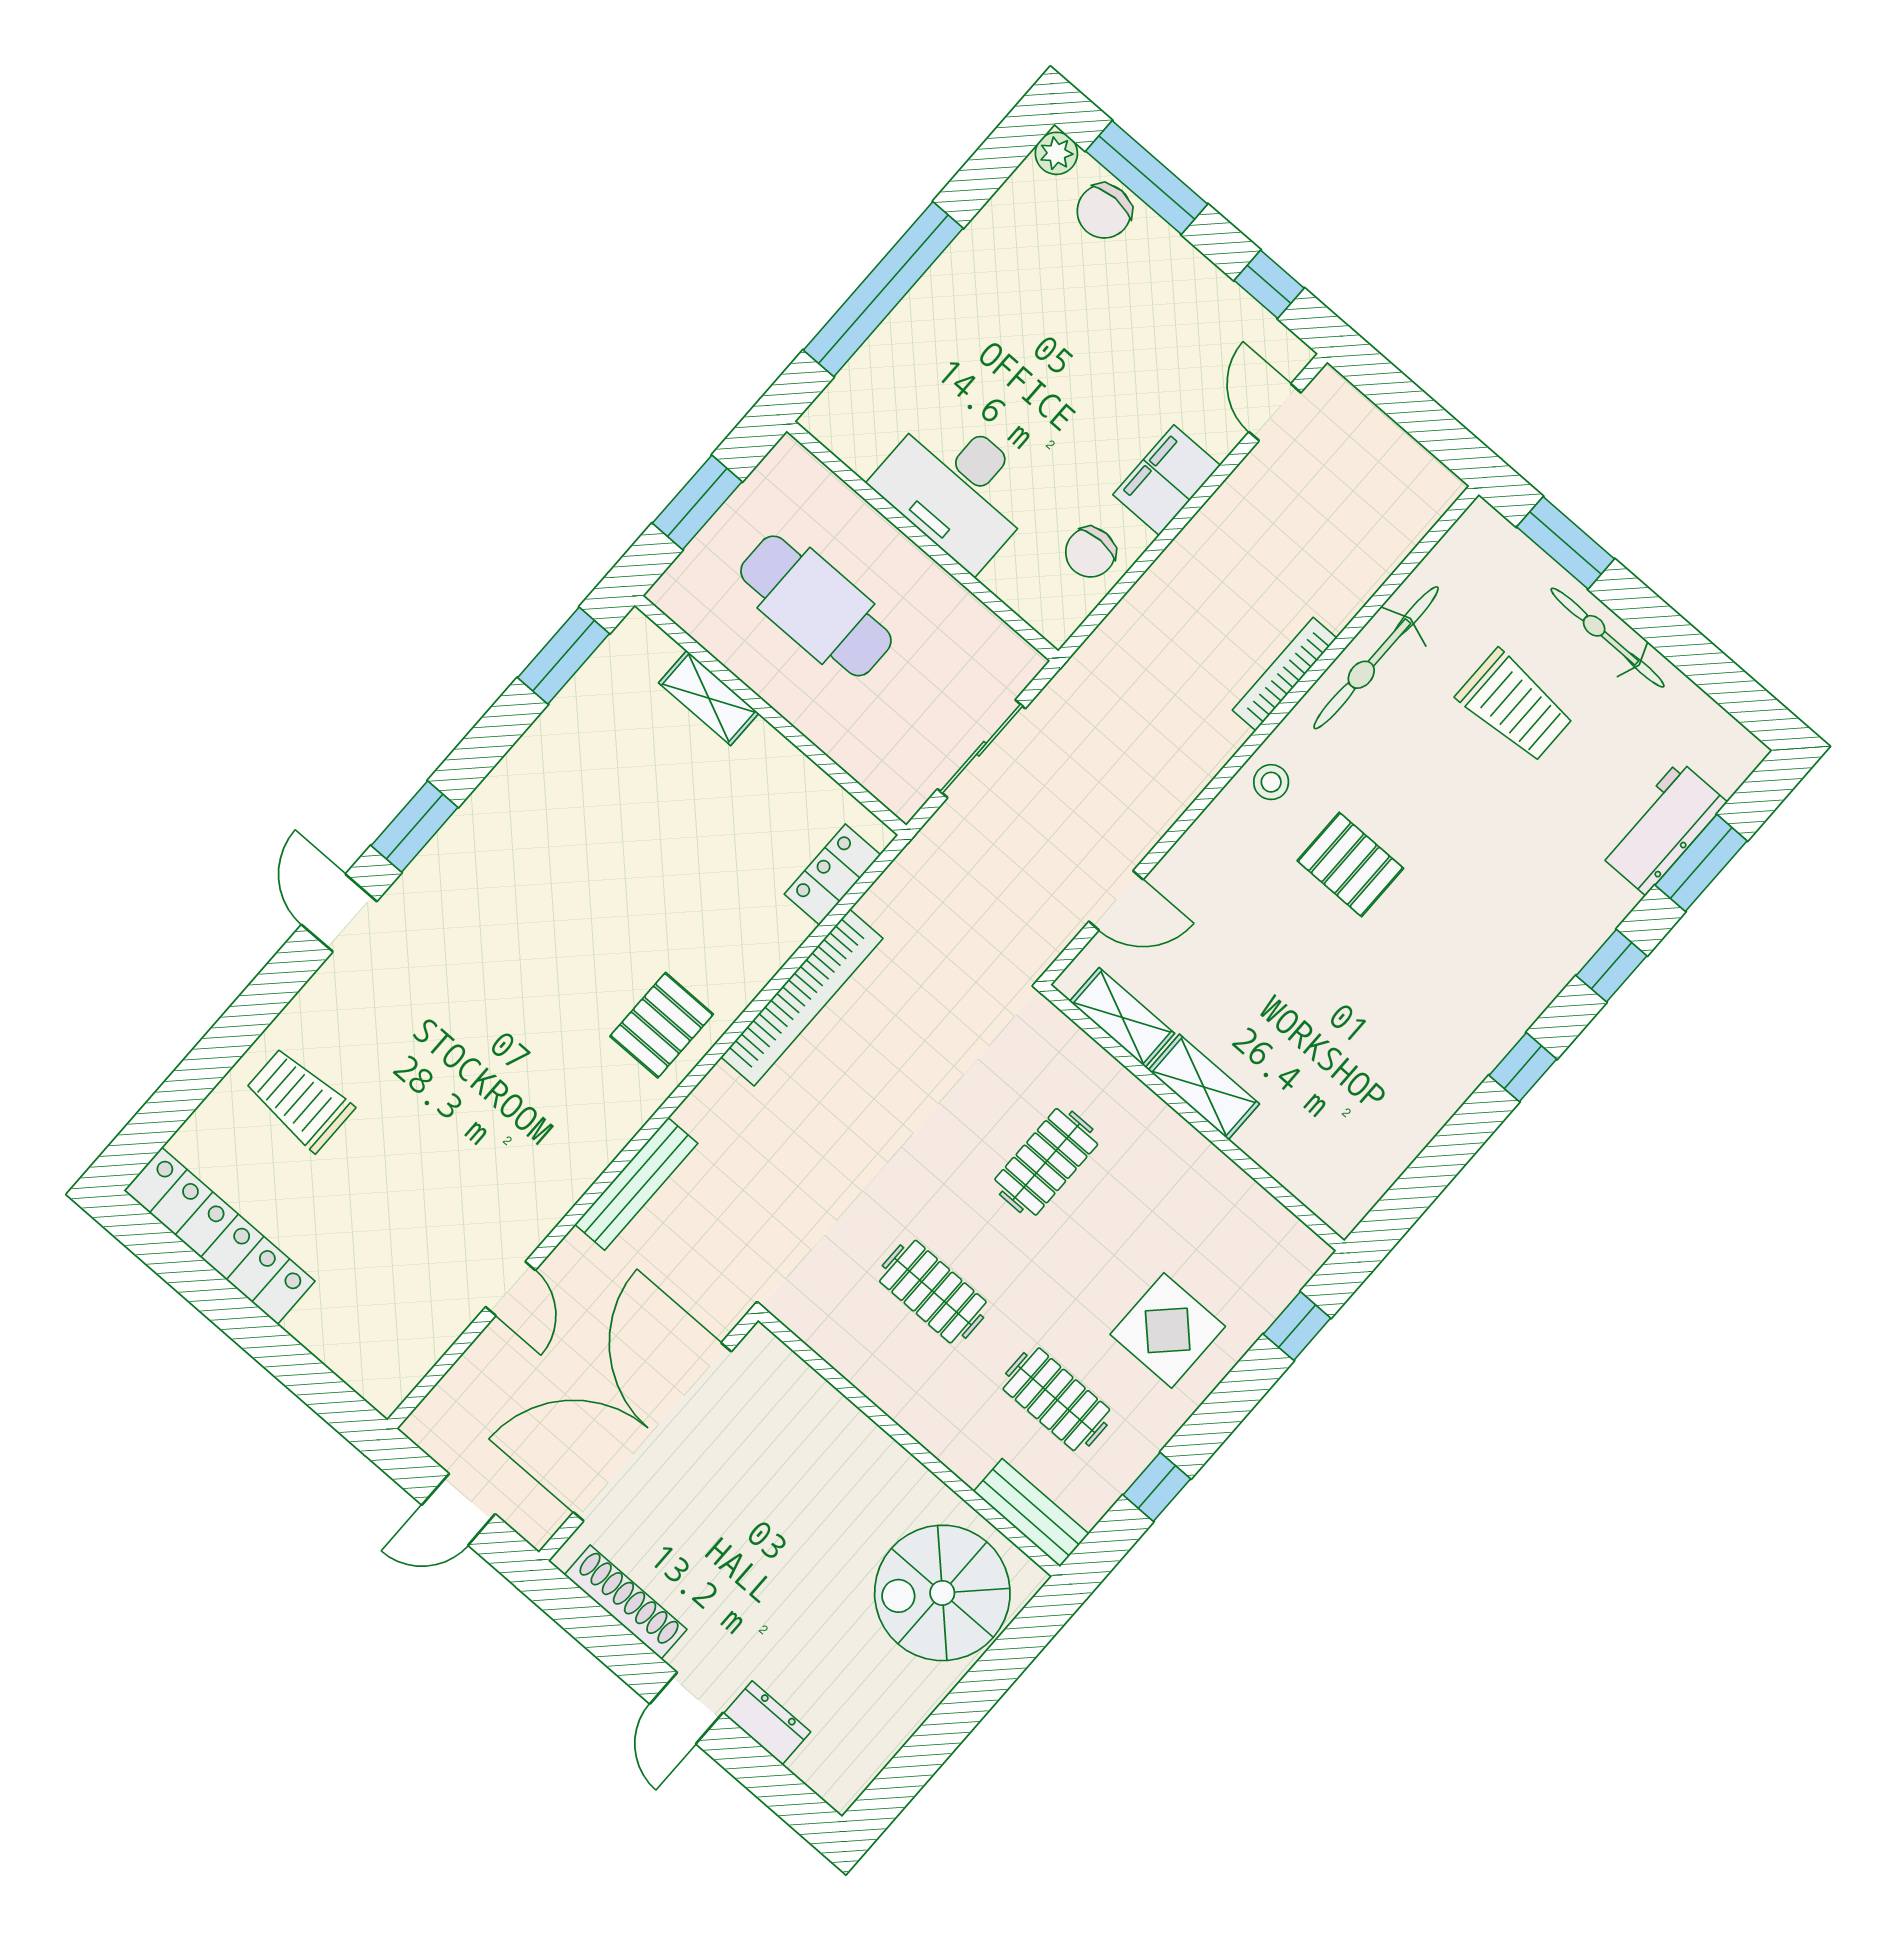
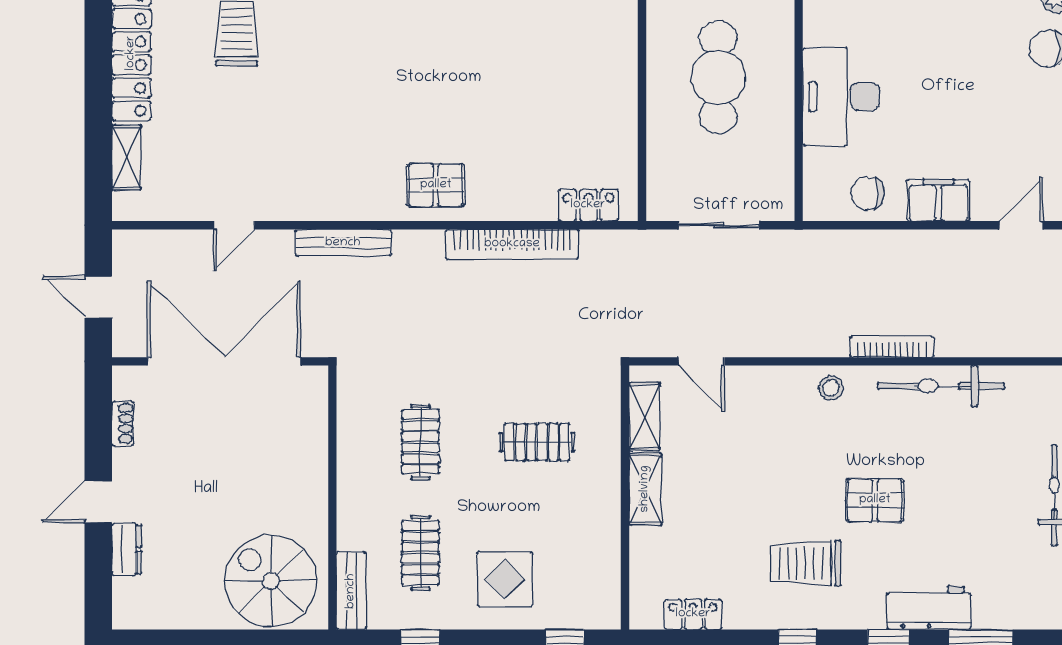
shelving: (709, 698) -> (126, 157), moved
trolley: (1515, 706) -> (806, 563), moved, turned 90
workbench: (1662, 828) -> (929, 608), moved
pallet: (1350, 865) -> (875, 500), moved, turned 90
locker: (1390, 1155) -> (693, 614), added
shoe rack: (626, 1602) -> (123, 423), width x0.51, depth x0.81

